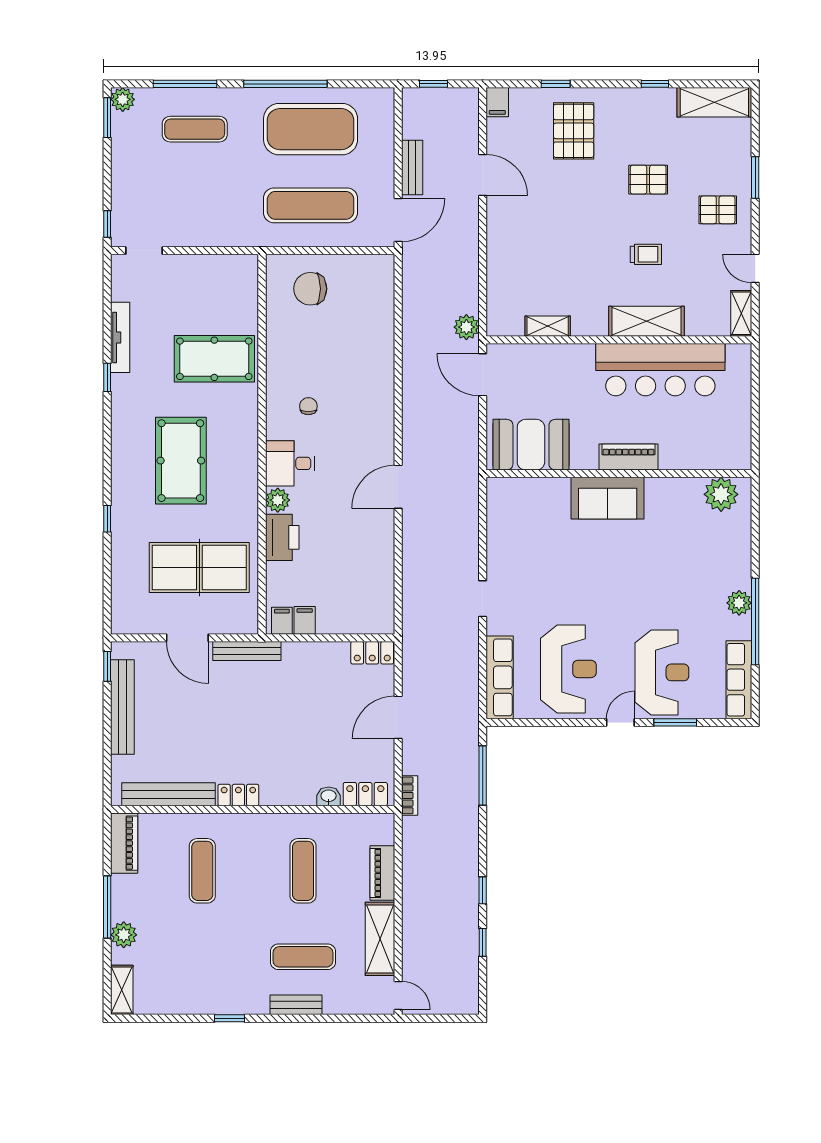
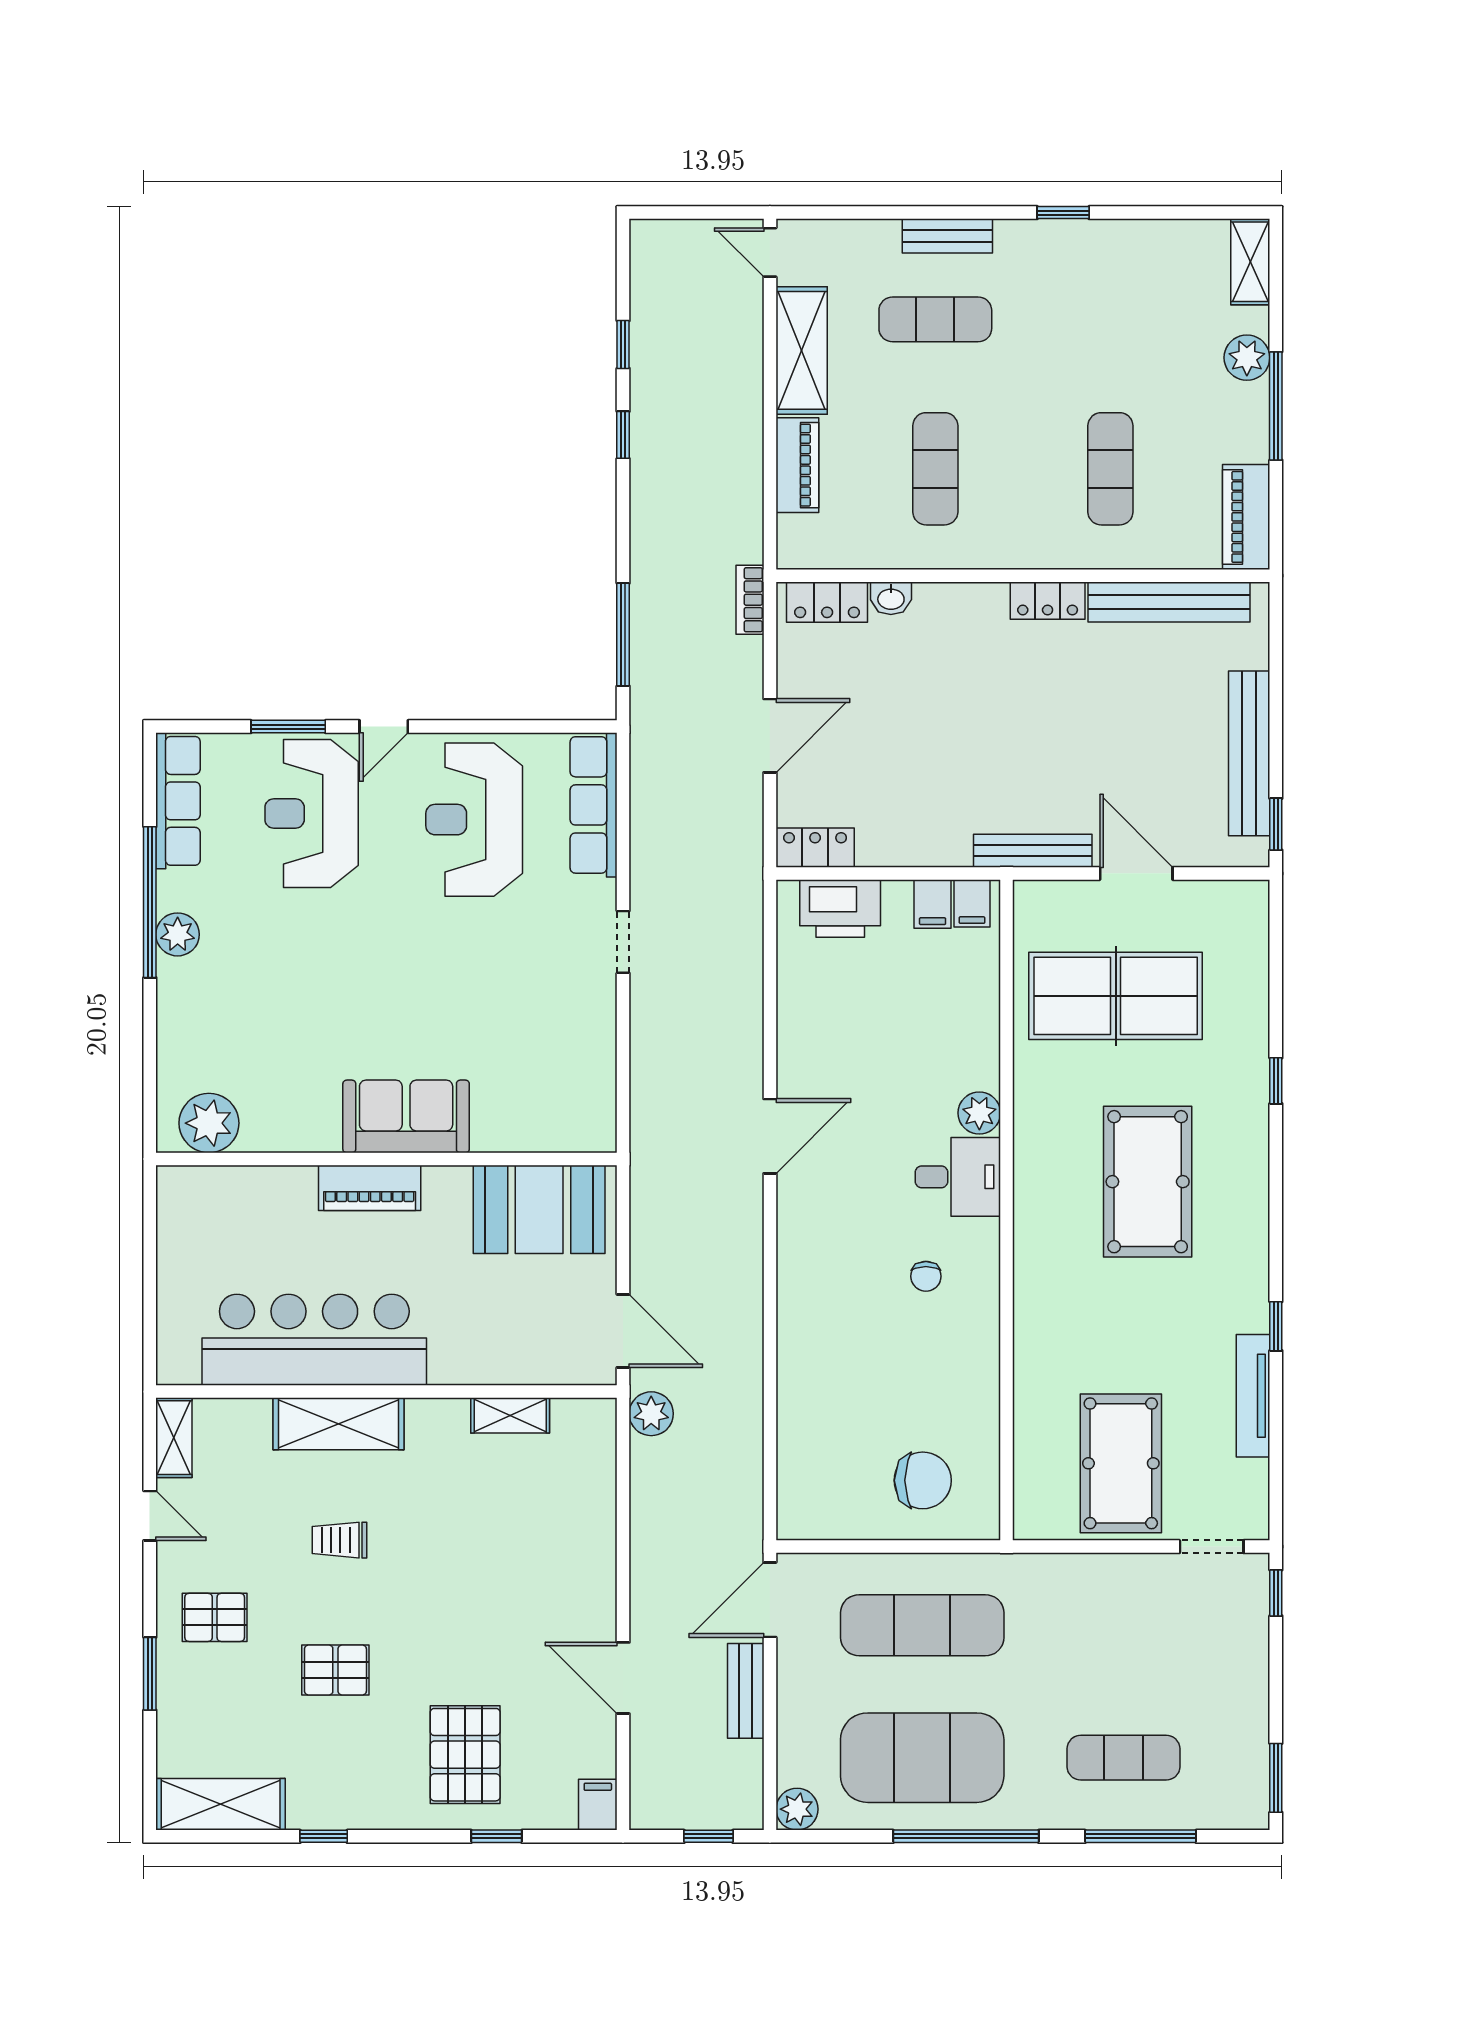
plant: (123, 99) -> (797, 1809), moved
pool table: (214, 359) -> (1121, 1463), moved, turned 90
printer: (282, 537) -> (840, 909), moved, turned -90

